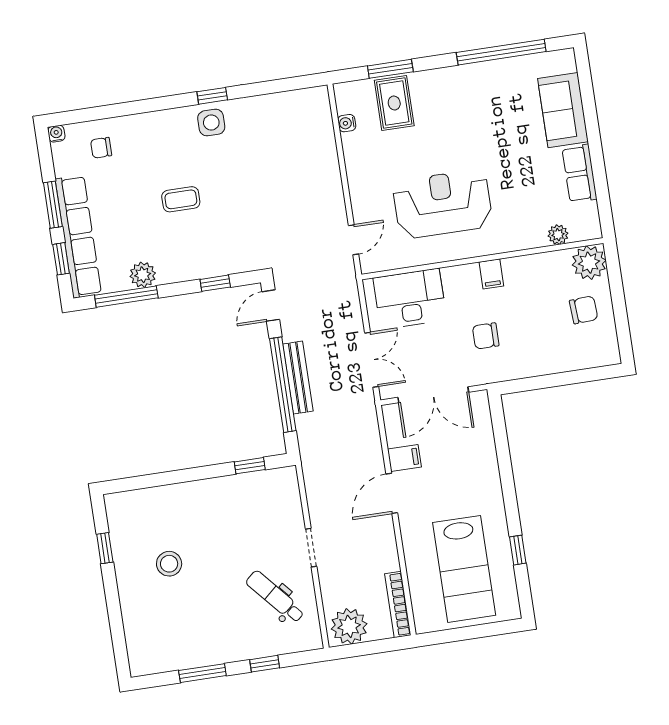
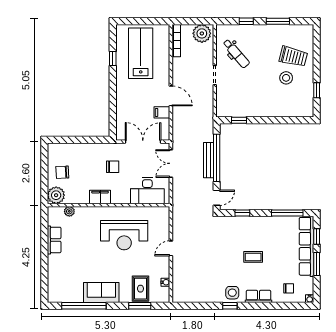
sofa: (563, 110) -> (101, 293), moved, turned -90
row of seats: (158, 123) -> (259, 296), added
door: (353, 240) -> (171, 248), moved
filing cabinet: (491, 274) -> (100, 197), width x2.00
plant: (143, 275) -> (278, 223), removed
door: (392, 493) -> (171, 96), hinge flipped
trolley: (161, 608) -> (293, 56), added

